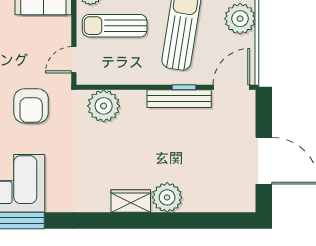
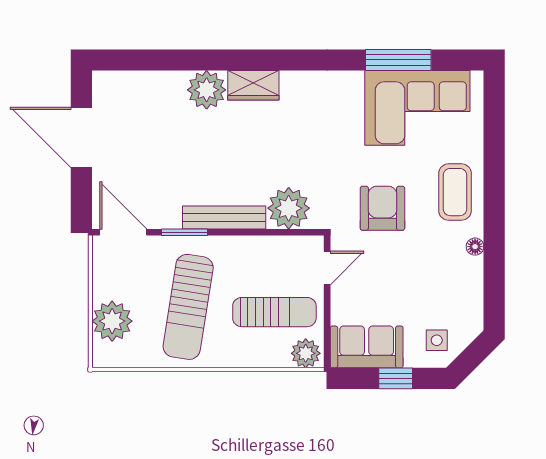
window: (184, 87) -> (185, 232), width x1.50
door: (231, 87) -> (123, 232), swing flipped
bench: (179, 99) -> (224, 218), moved

